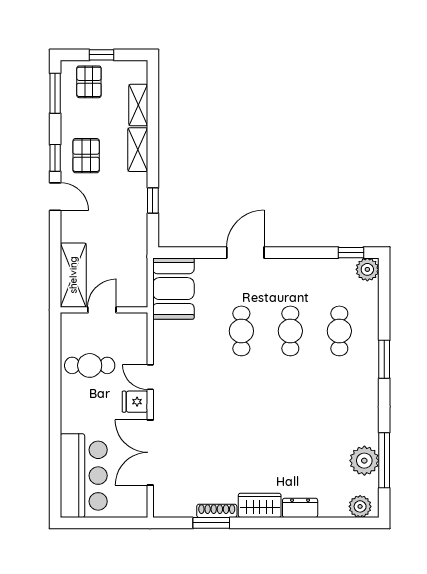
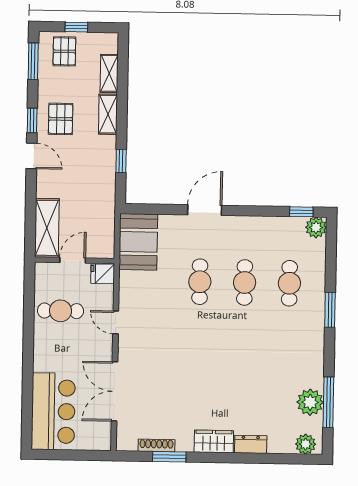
fridge: (135, 402) -> (103, 274), moved
shoe rack: (217, 511) -> (156, 446), moved

